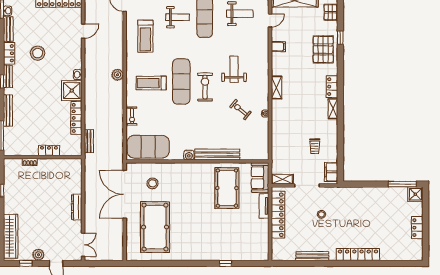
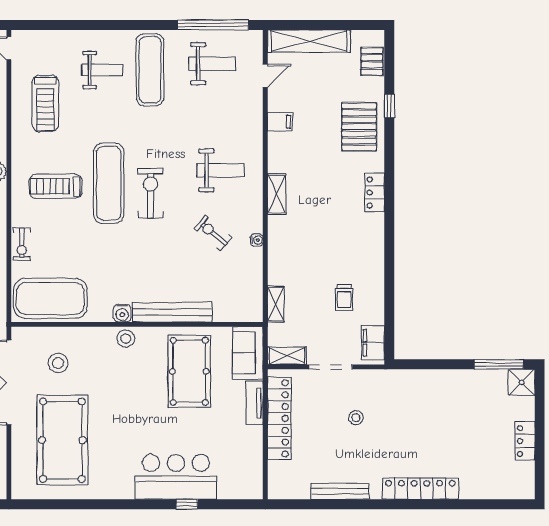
weight bench: (234, 69) -> (221, 170), moved, turned 90
shelving: (333, 109) -> (276, 304), moved
stool: (191, 169) -> (126, 338), added
bar counter: (219, 248) -> (176, 477), added

